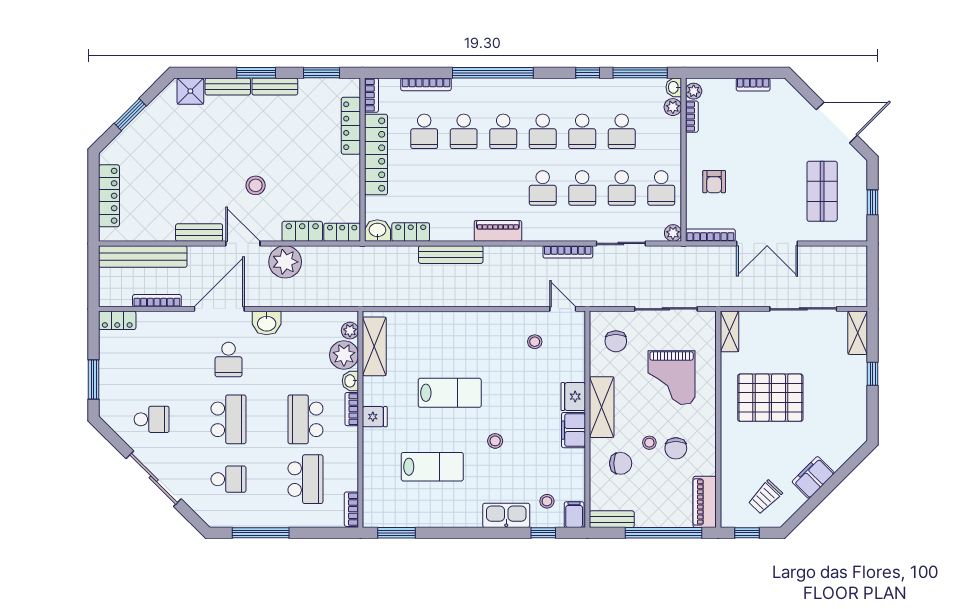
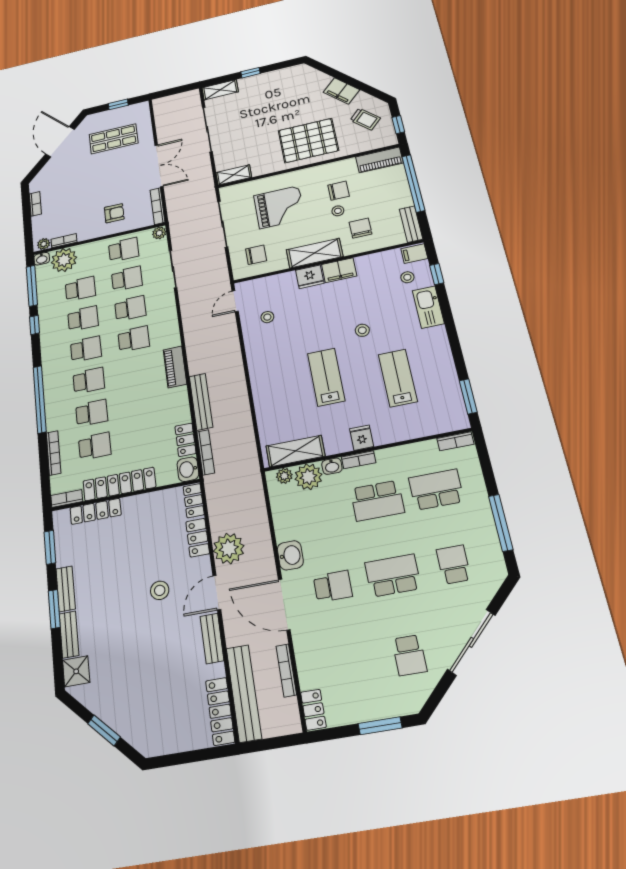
plant: (673, 107) -> (64, 260), width x1.88, depth x1.88
locker: (109, 196) -> (220, 711), moved, turned -90
bookcase: (568, 252) -> (206, 452), moved
pallet: (770, 398) -> (308, 141), moved, turned 90
school desk: (152, 419) -> (409, 655), turned 180

